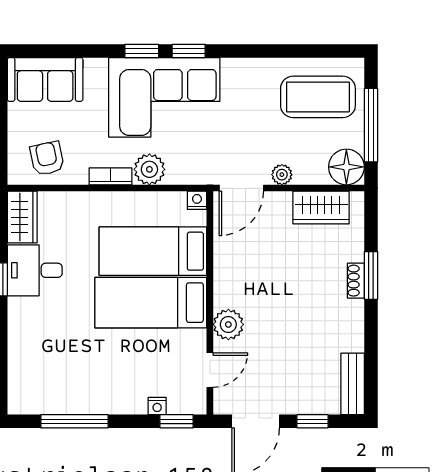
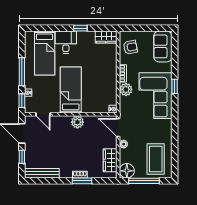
window: (189, 51) -> (175, 106), removed
bed: (153, 251) -> (45, 53), moved, turned 180
desk: (35, 270) -> (66, 42), moved
plant: (228, 324) -> (77, 122), moved
bench: (353, 384) -> (42, 173), width x1.36
window: (74, 421) -> (22, 72), moved

